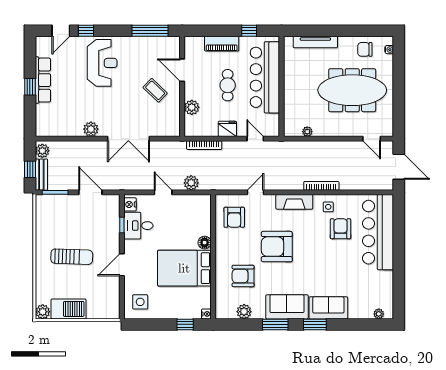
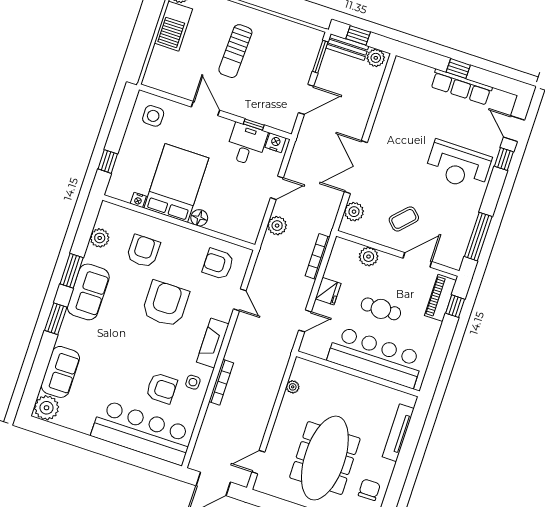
window: (249, 31) -> (455, 306), moved
piano: (222, 44) -> (440, 298), moved
plant: (91, 129) -> (354, 212), moved
sofa: (328, 308) -> (60, 372), moved
nightstand: (206, 314) -> (138, 200), moved
plant: (379, 314) -> (47, 408), width x1.87, depth x1.87

